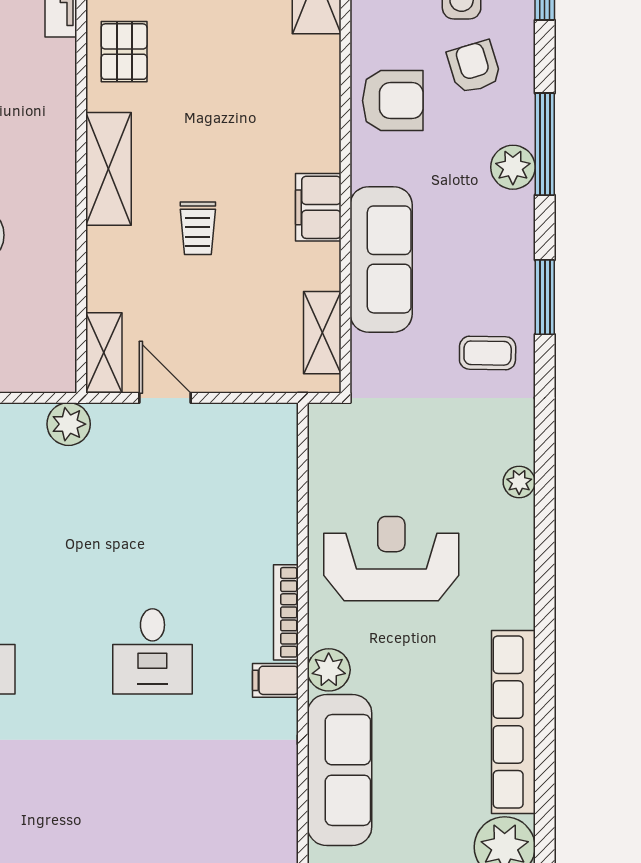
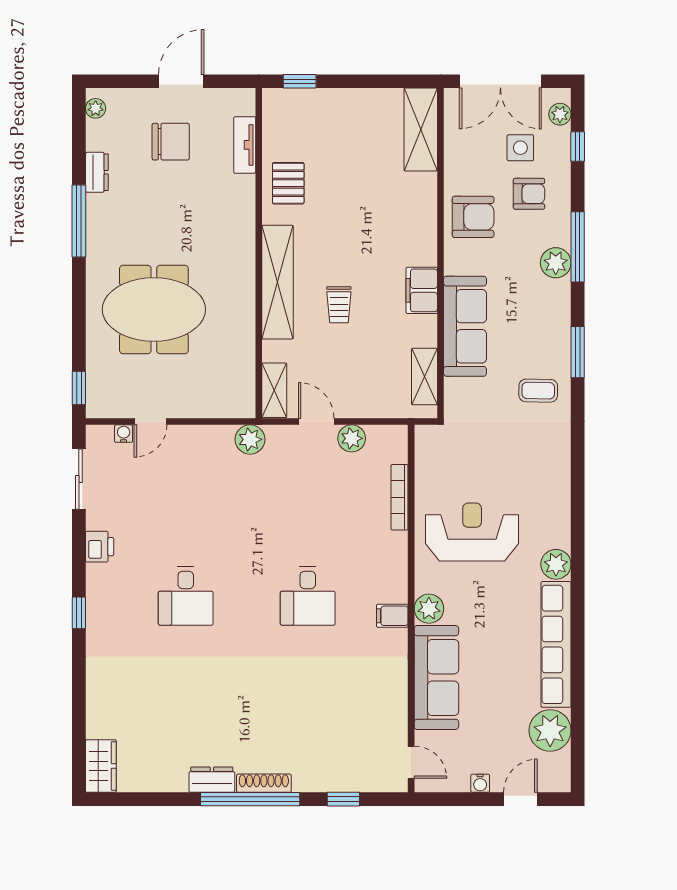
armchair: (474, 67) -> (529, 194), turned 107
shelving: (109, 169) -> (278, 282), width x1.47
plant: (216, 422) -> (352, 438), added
plant: (519, 482) -> (556, 564), moved, width x1.38, depth x1.38
bookcase: (286, 612) -> (399, 497), moved

